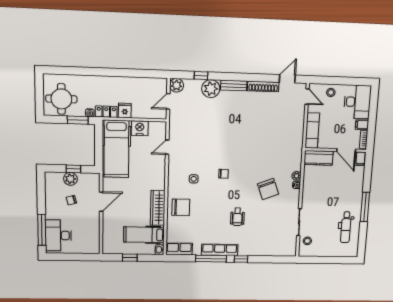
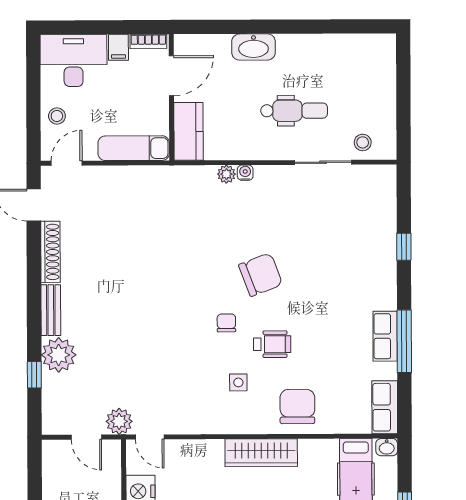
plant: (177, 85) -> (119, 421), moved
door: (167, 147) -> (150, 437), moved
filing cabinet: (361, 159) -> (188, 44), removed
chair: (268, 189) -> (261, 275), moved
washbasin: (357, 190) -> (254, 47), added
window: (365, 207) -> (288, 27), removed
wardrobe: (158, 208) -> (261, 453), moved
wheelchair: (237, 217) -> (272, 344), moved
dental chair: (346, 227) -> (294, 111), moved
row of seats: (220, 250) -> (385, 336), width x0.68
window: (241, 259) -> (404, 247), moved

